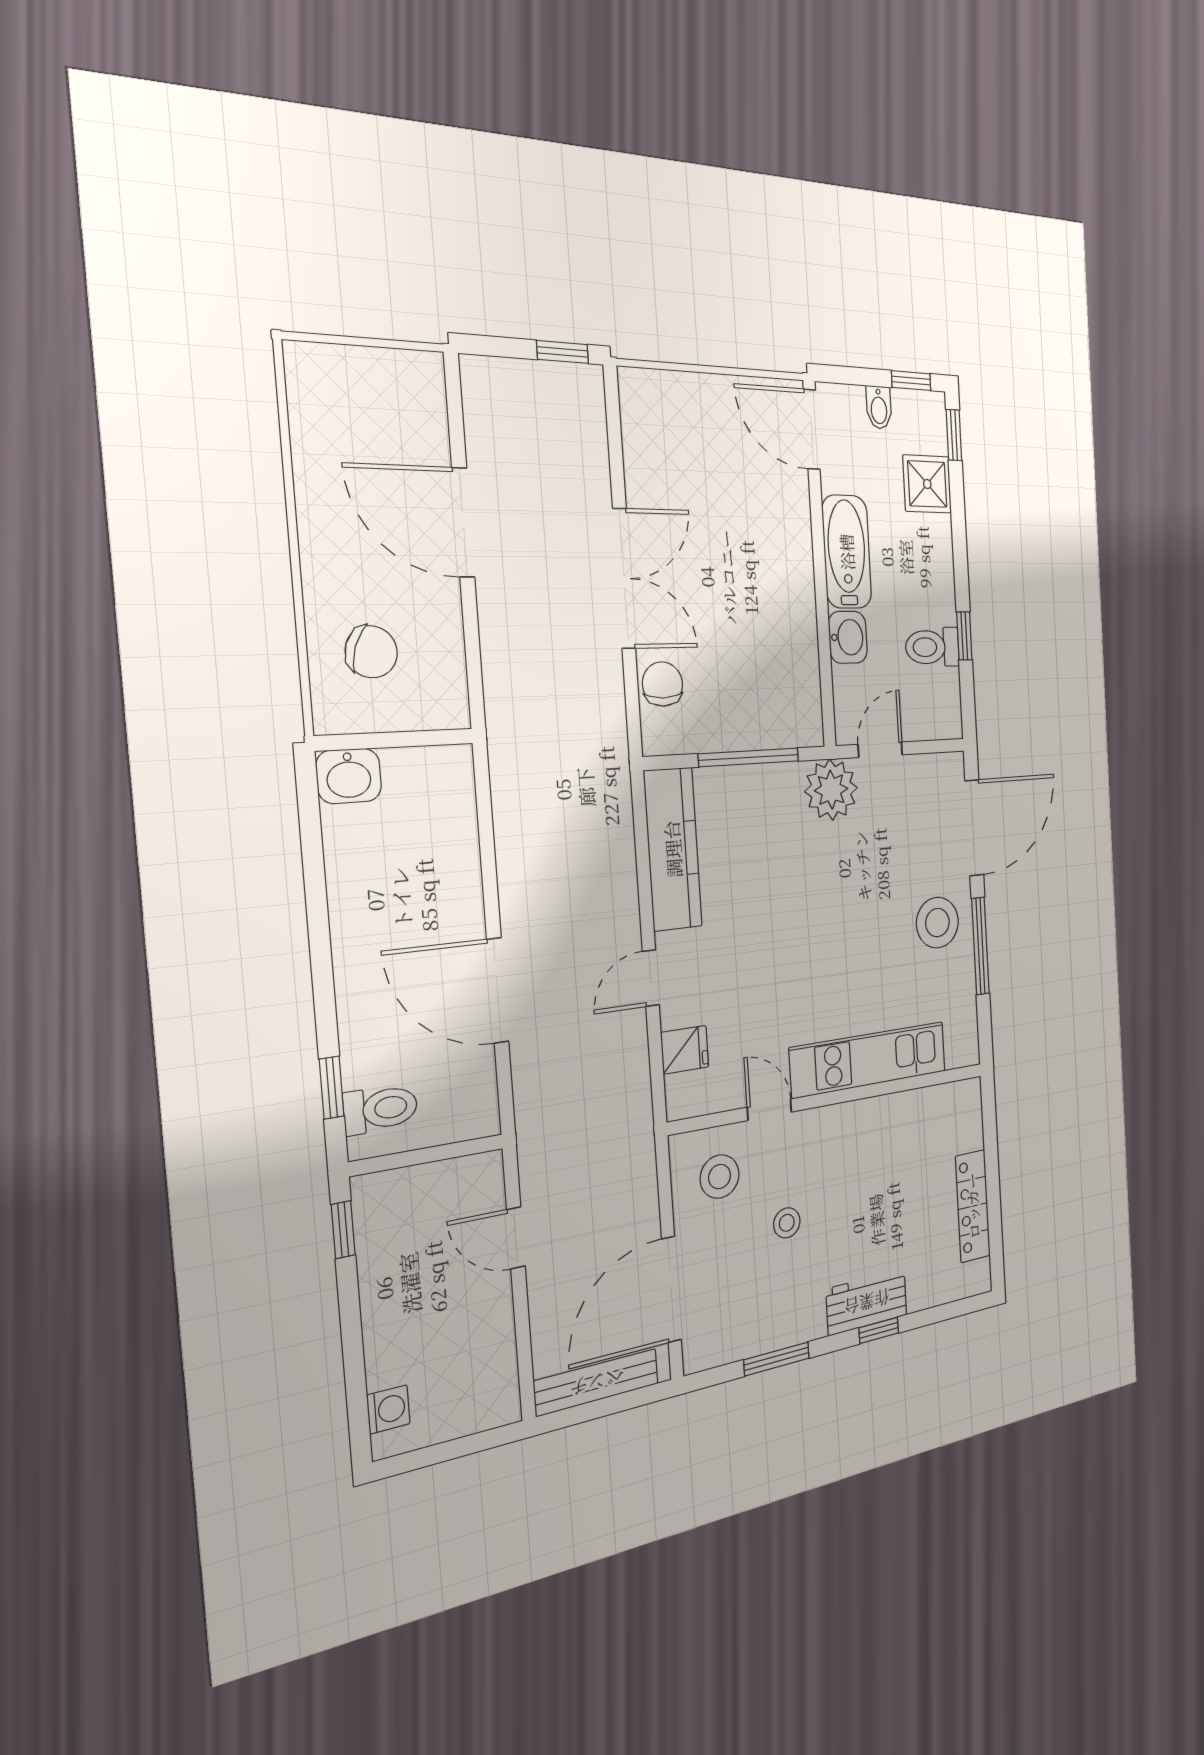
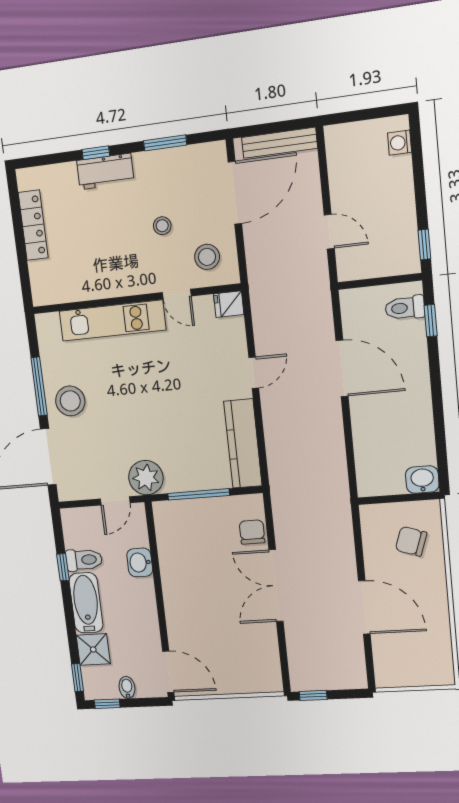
bathtub: (847, 552) -> (86, 603), moved, turned 180
chair: (663, 684) -> (252, 532), turned 180
fridge: (685, 1050) -> (229, 304), moved

